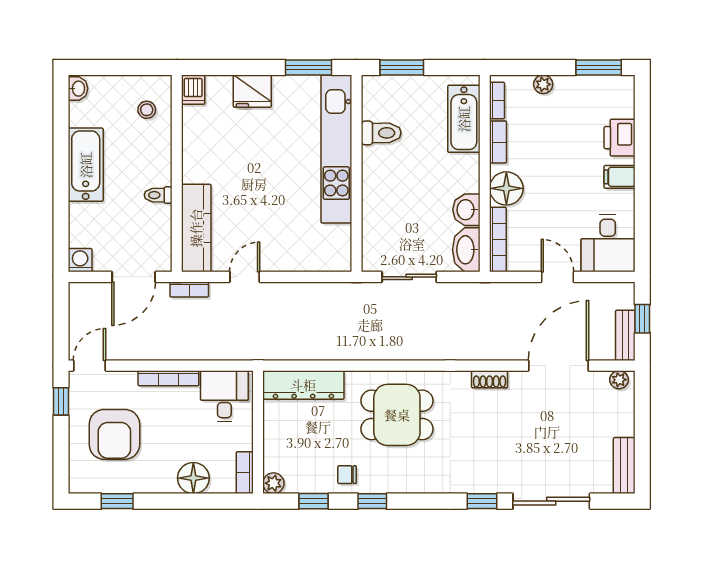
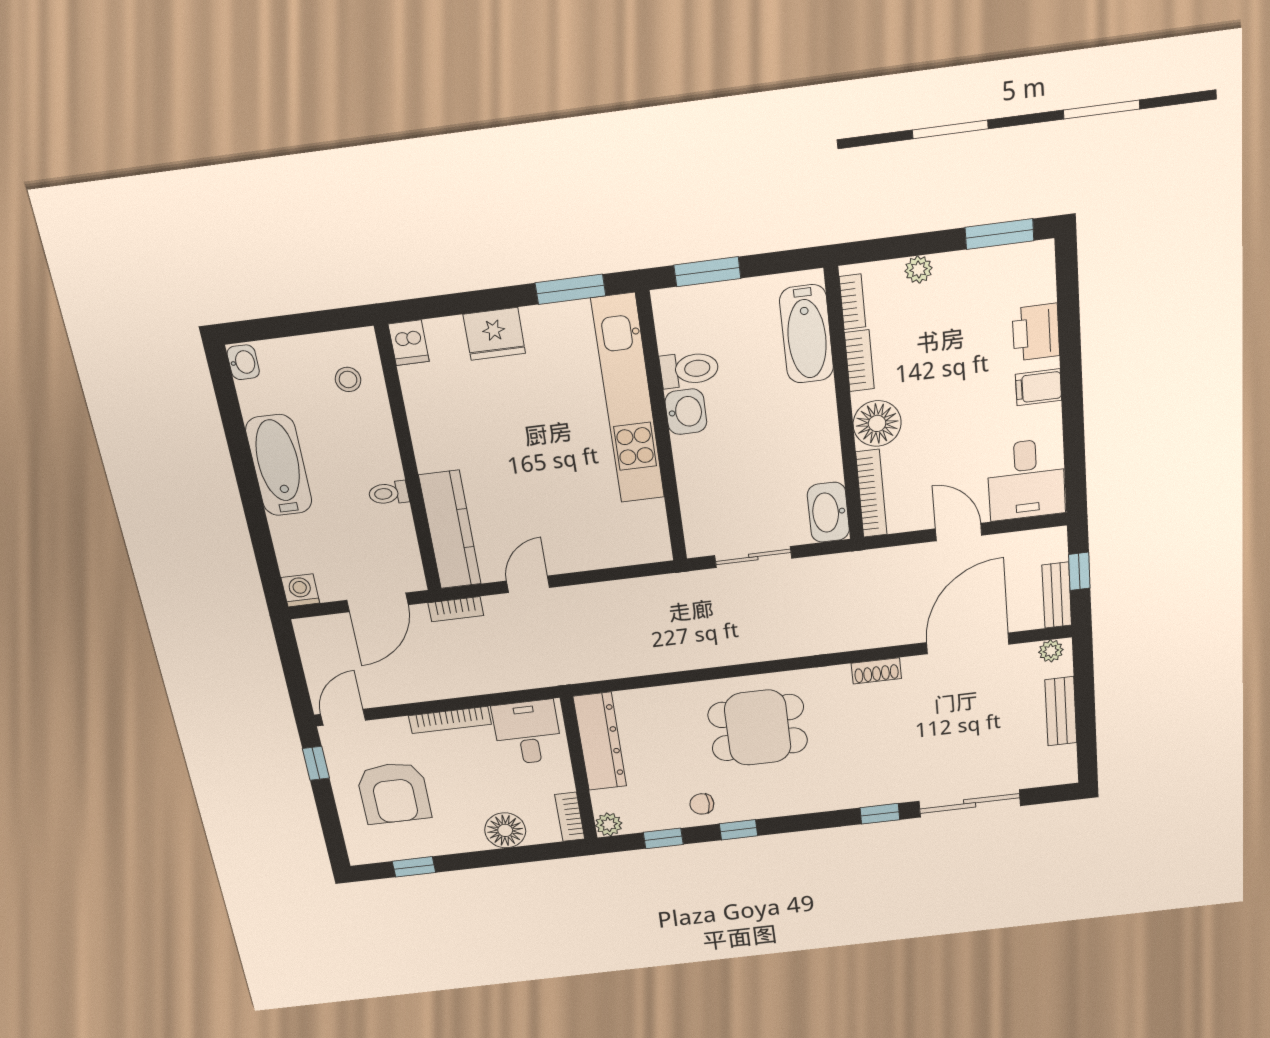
washbasin: (466, 210) -> (686, 412), moved, turned 180
dresser: (303, 385) -> (600, 742), moved, turned -90
bench: (624, 466) -> (1061, 711), moved

